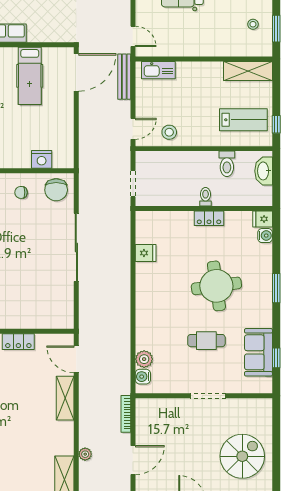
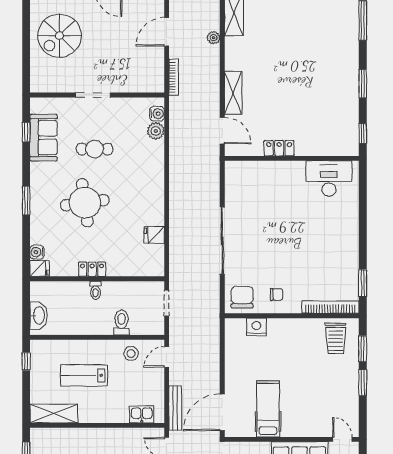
kitchen sink: (158, 70) -> (142, 414), width x0.73
lab bench: (243, 120) -> (84, 375), moved
toilet: (227, 164) -> (122, 323), moved

